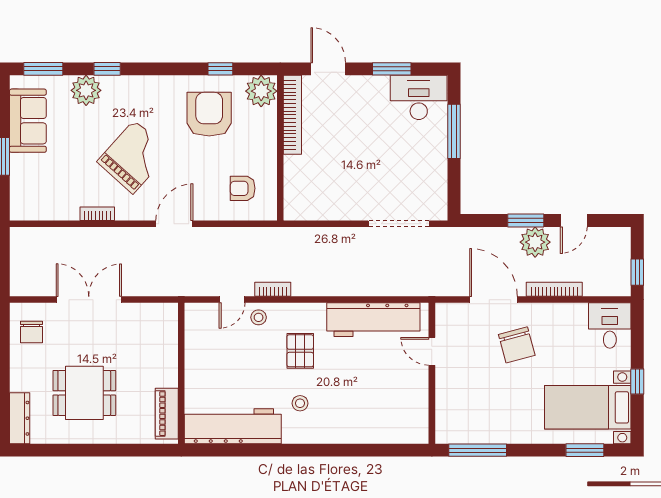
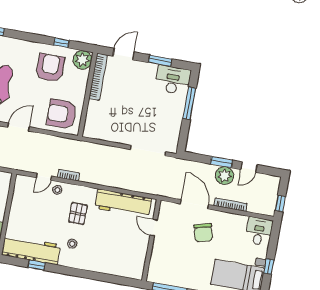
door: (328, 69) -> (123, 54), hinge flipped
armchair: (243, 188) -> (62, 114), width x1.88, depth x1.88
window: (247, 450) -> (37, 265), added

